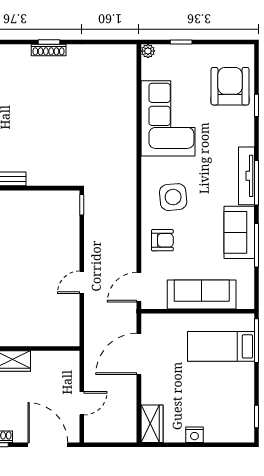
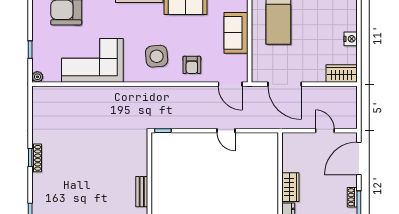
armchair: (162, 240) -> (192, 65), turned 180
sofa: (202, 294) -> (236, 33), width x0.73

